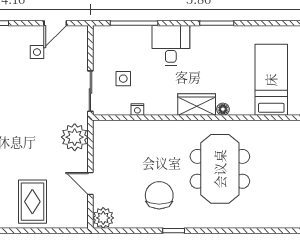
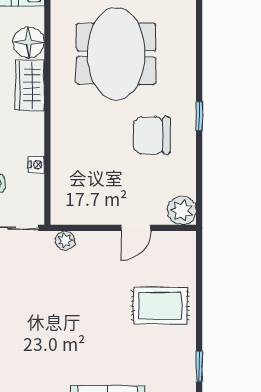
floor lamp: (223, 109) -> (29, 42), width x1.89, depth x1.89
plant: (75, 137) -> (65, 240), width x0.53, depth x0.53
meeting table: (220, 169) -> (116, 54), turned 90

